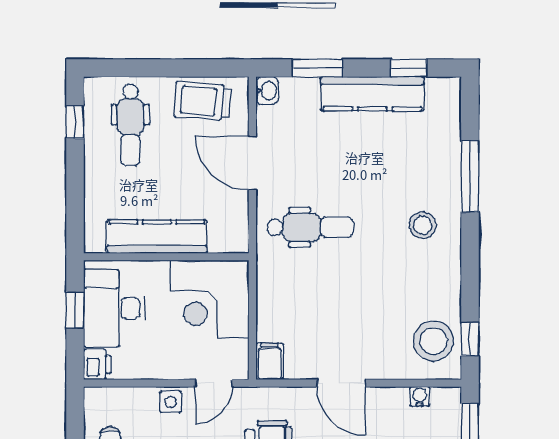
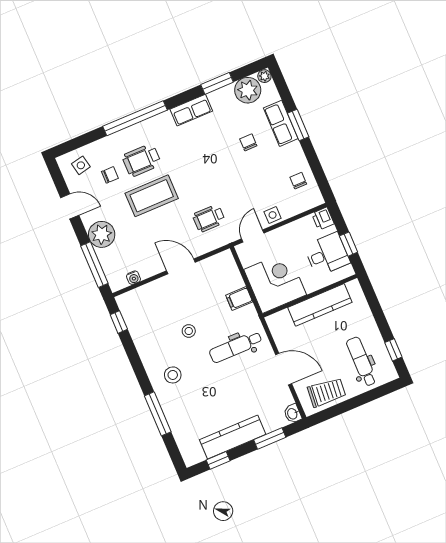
desk: (114, 308) -> (327, 254), width x0.73
stool: (433, 341) -> (189, 331), moved, width x0.53, depth x0.53
filing cabinet: (270, 361) -> (239, 299), moved, turned 90

